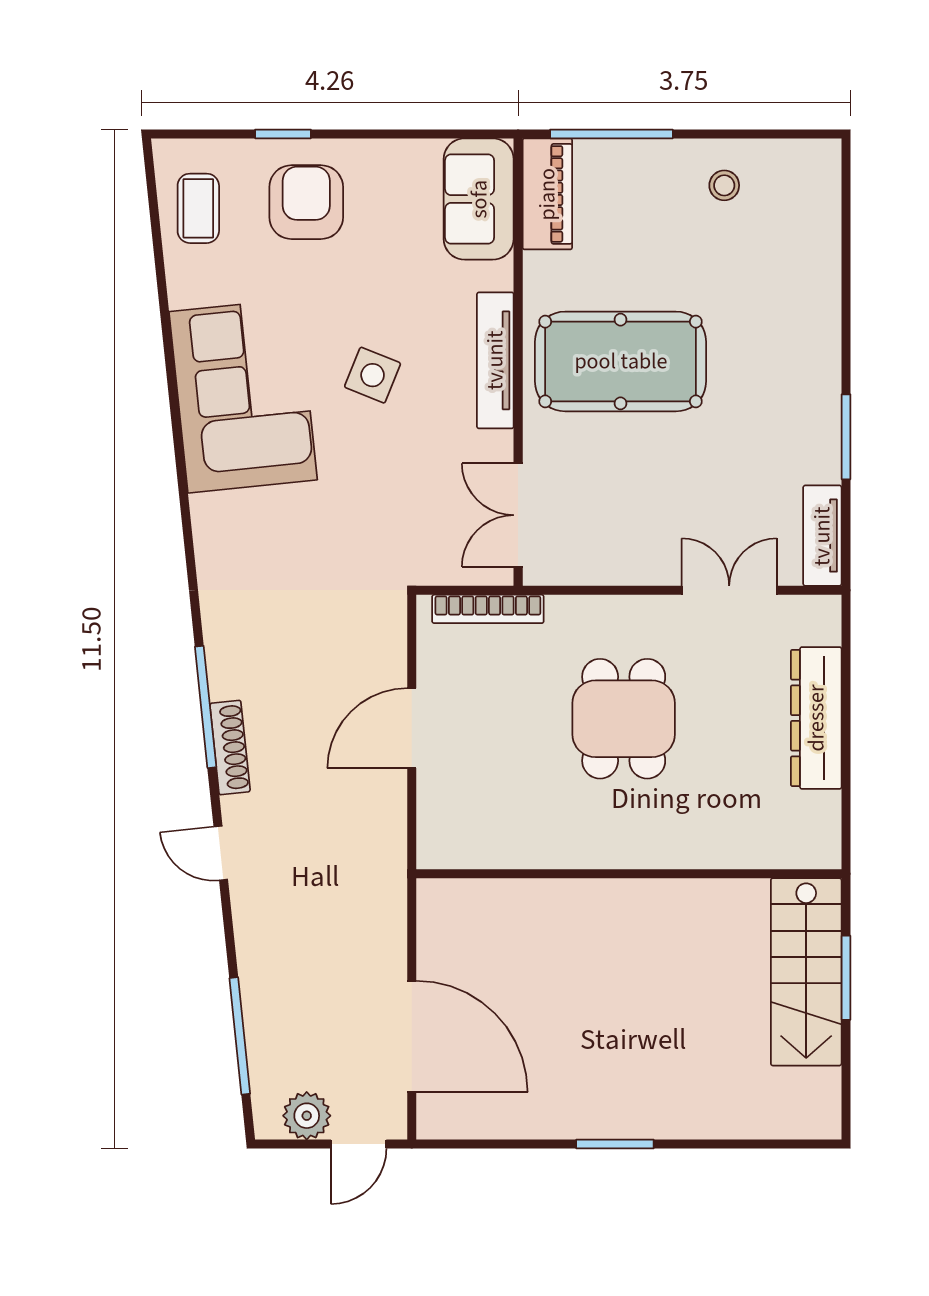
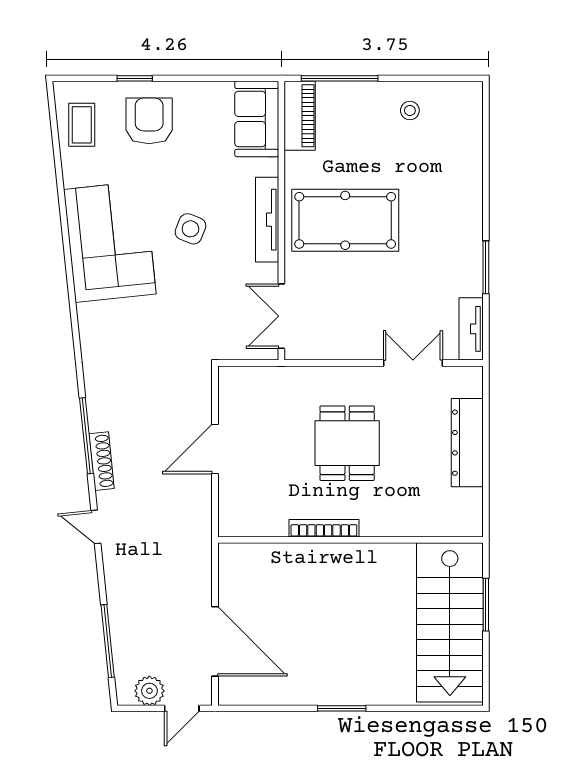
bookcase: (488, 609) -> (324, 528), moved, turned 180
stairs: (806, 972) -> (450, 622), width x1.36, depth x1.51

